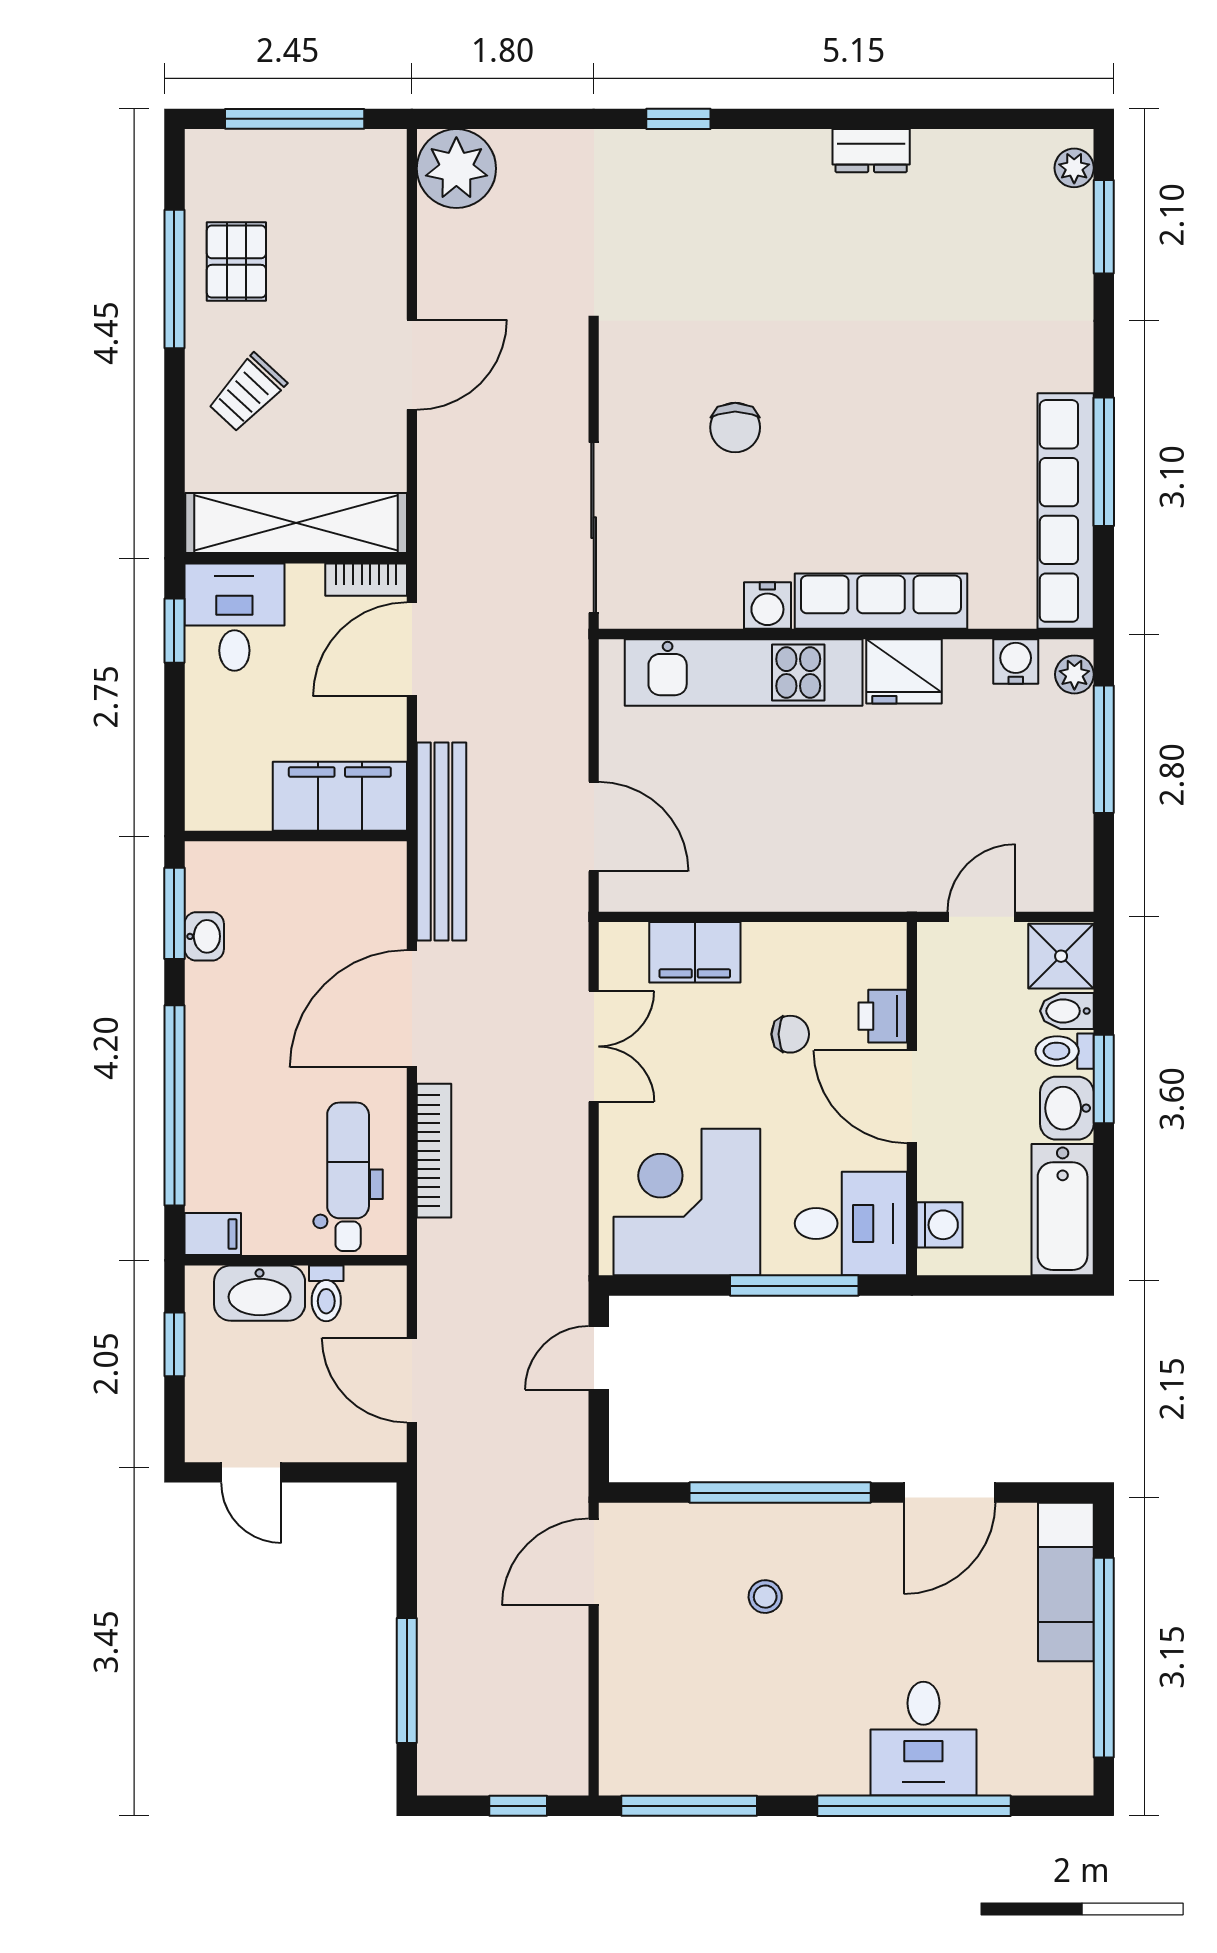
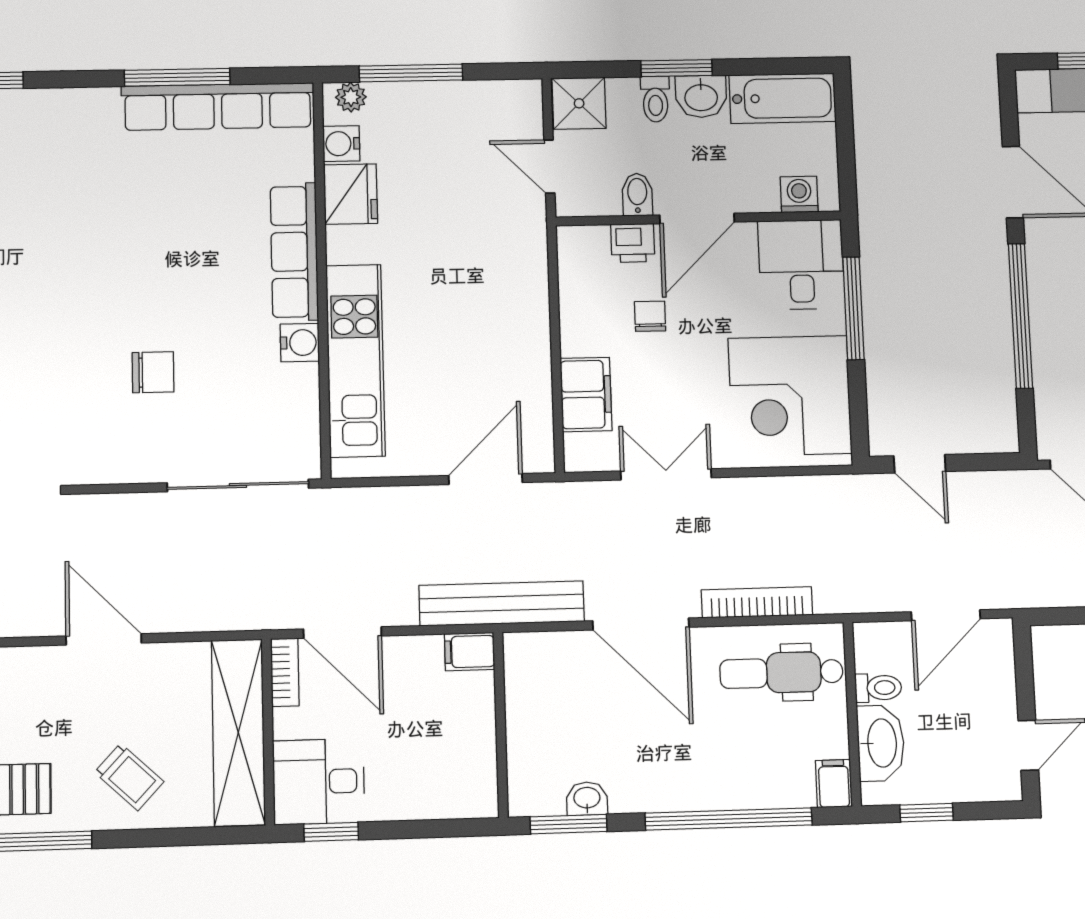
fridge: (904, 671) -> (351, 194), moved
filing cabinet: (340, 796) -> (470, 652), width x0.33, depth x0.86
bidet: (1067, 1011) -> (637, 195), moved, turned 180

